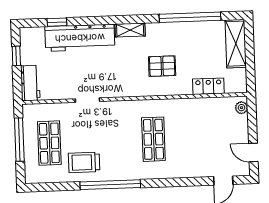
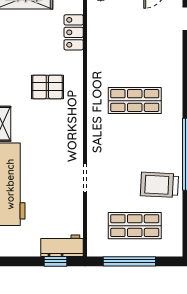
window: (16, 56) -> (55, 261), moved
pallet: (162, 66) -> (47, 87), turned 90
trolley: (84, 162) -> (159, 185), turned 93

